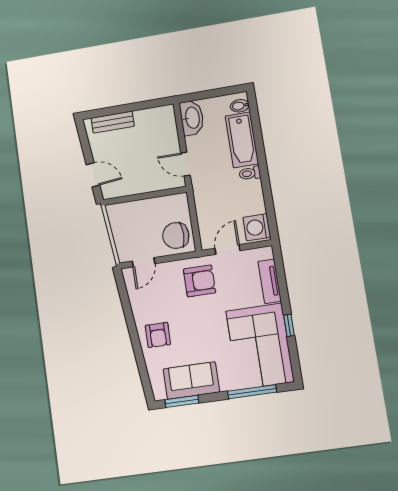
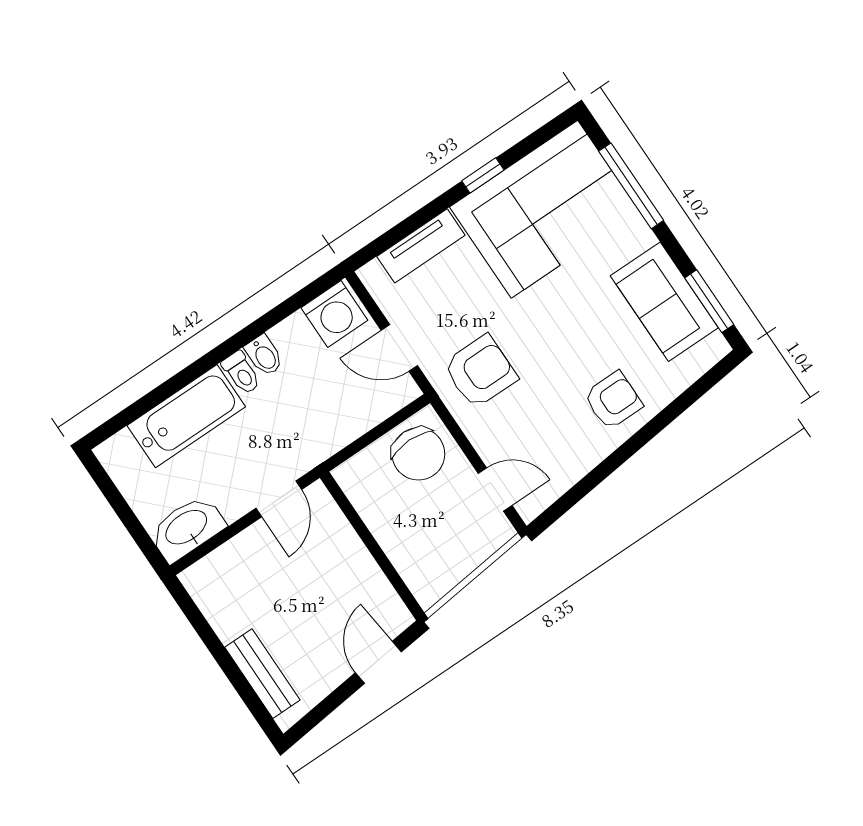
bidet: (240, 106) -> (264, 355), moved
armchair: (199, 281) -> (480, 372), turned 90

